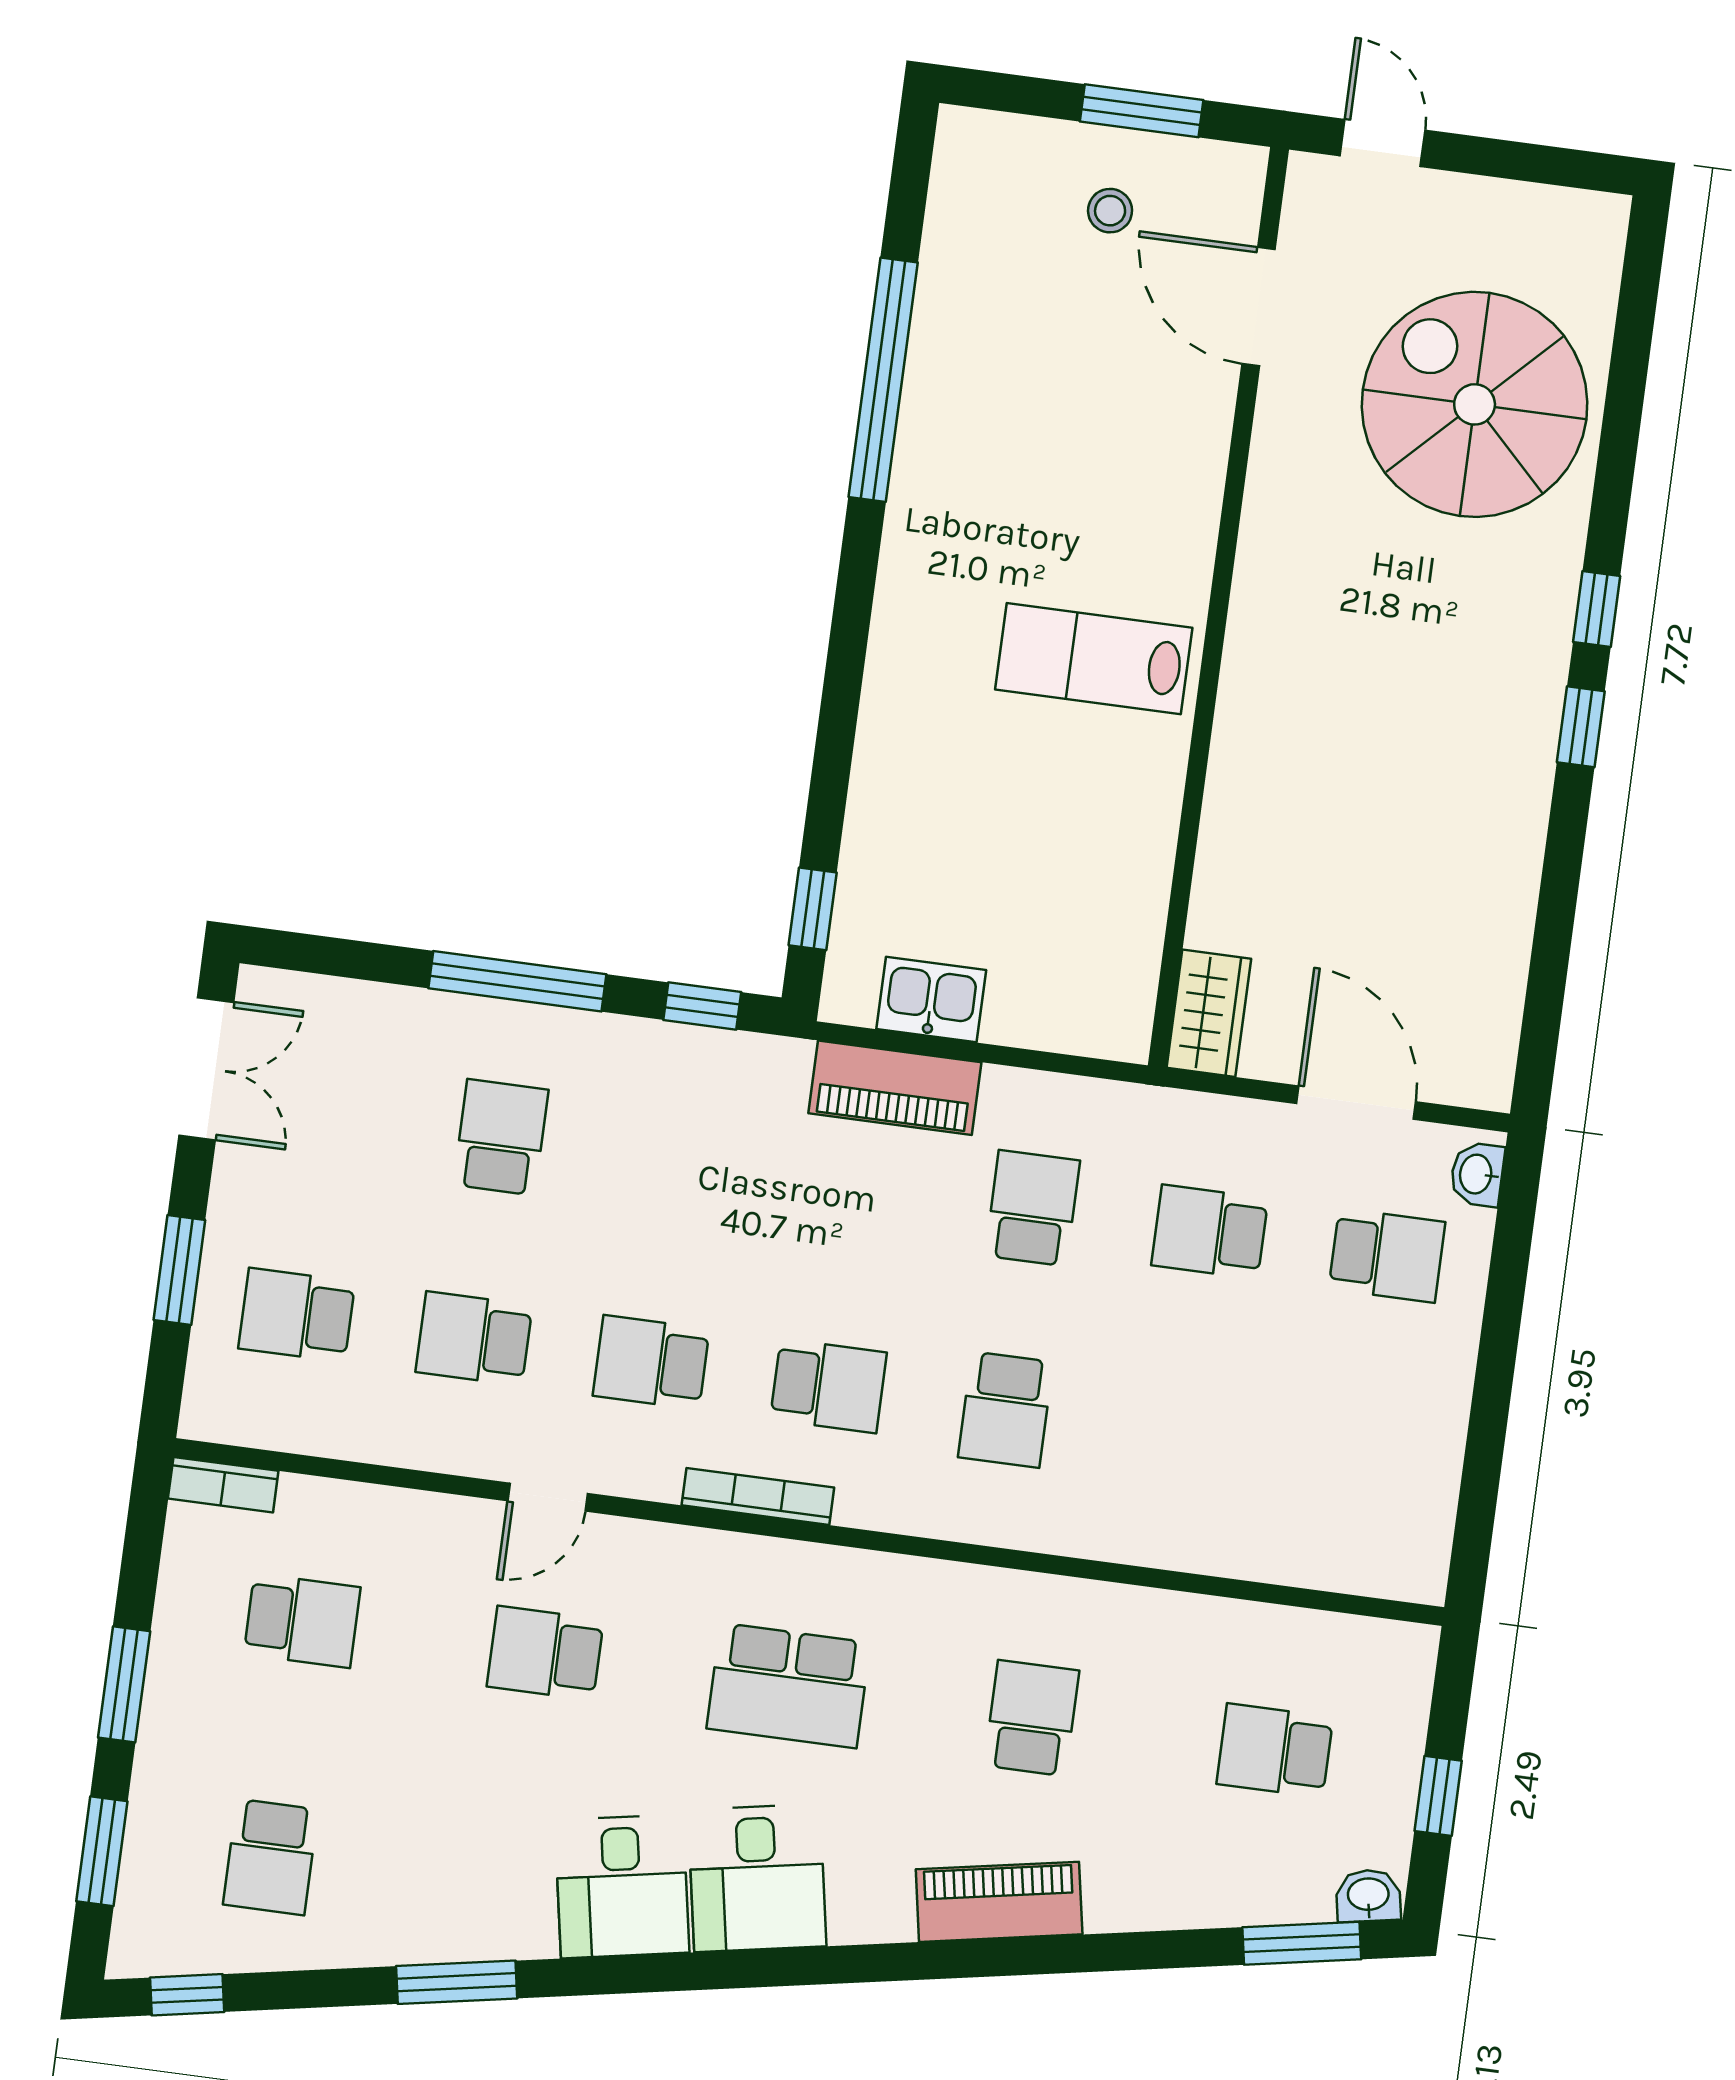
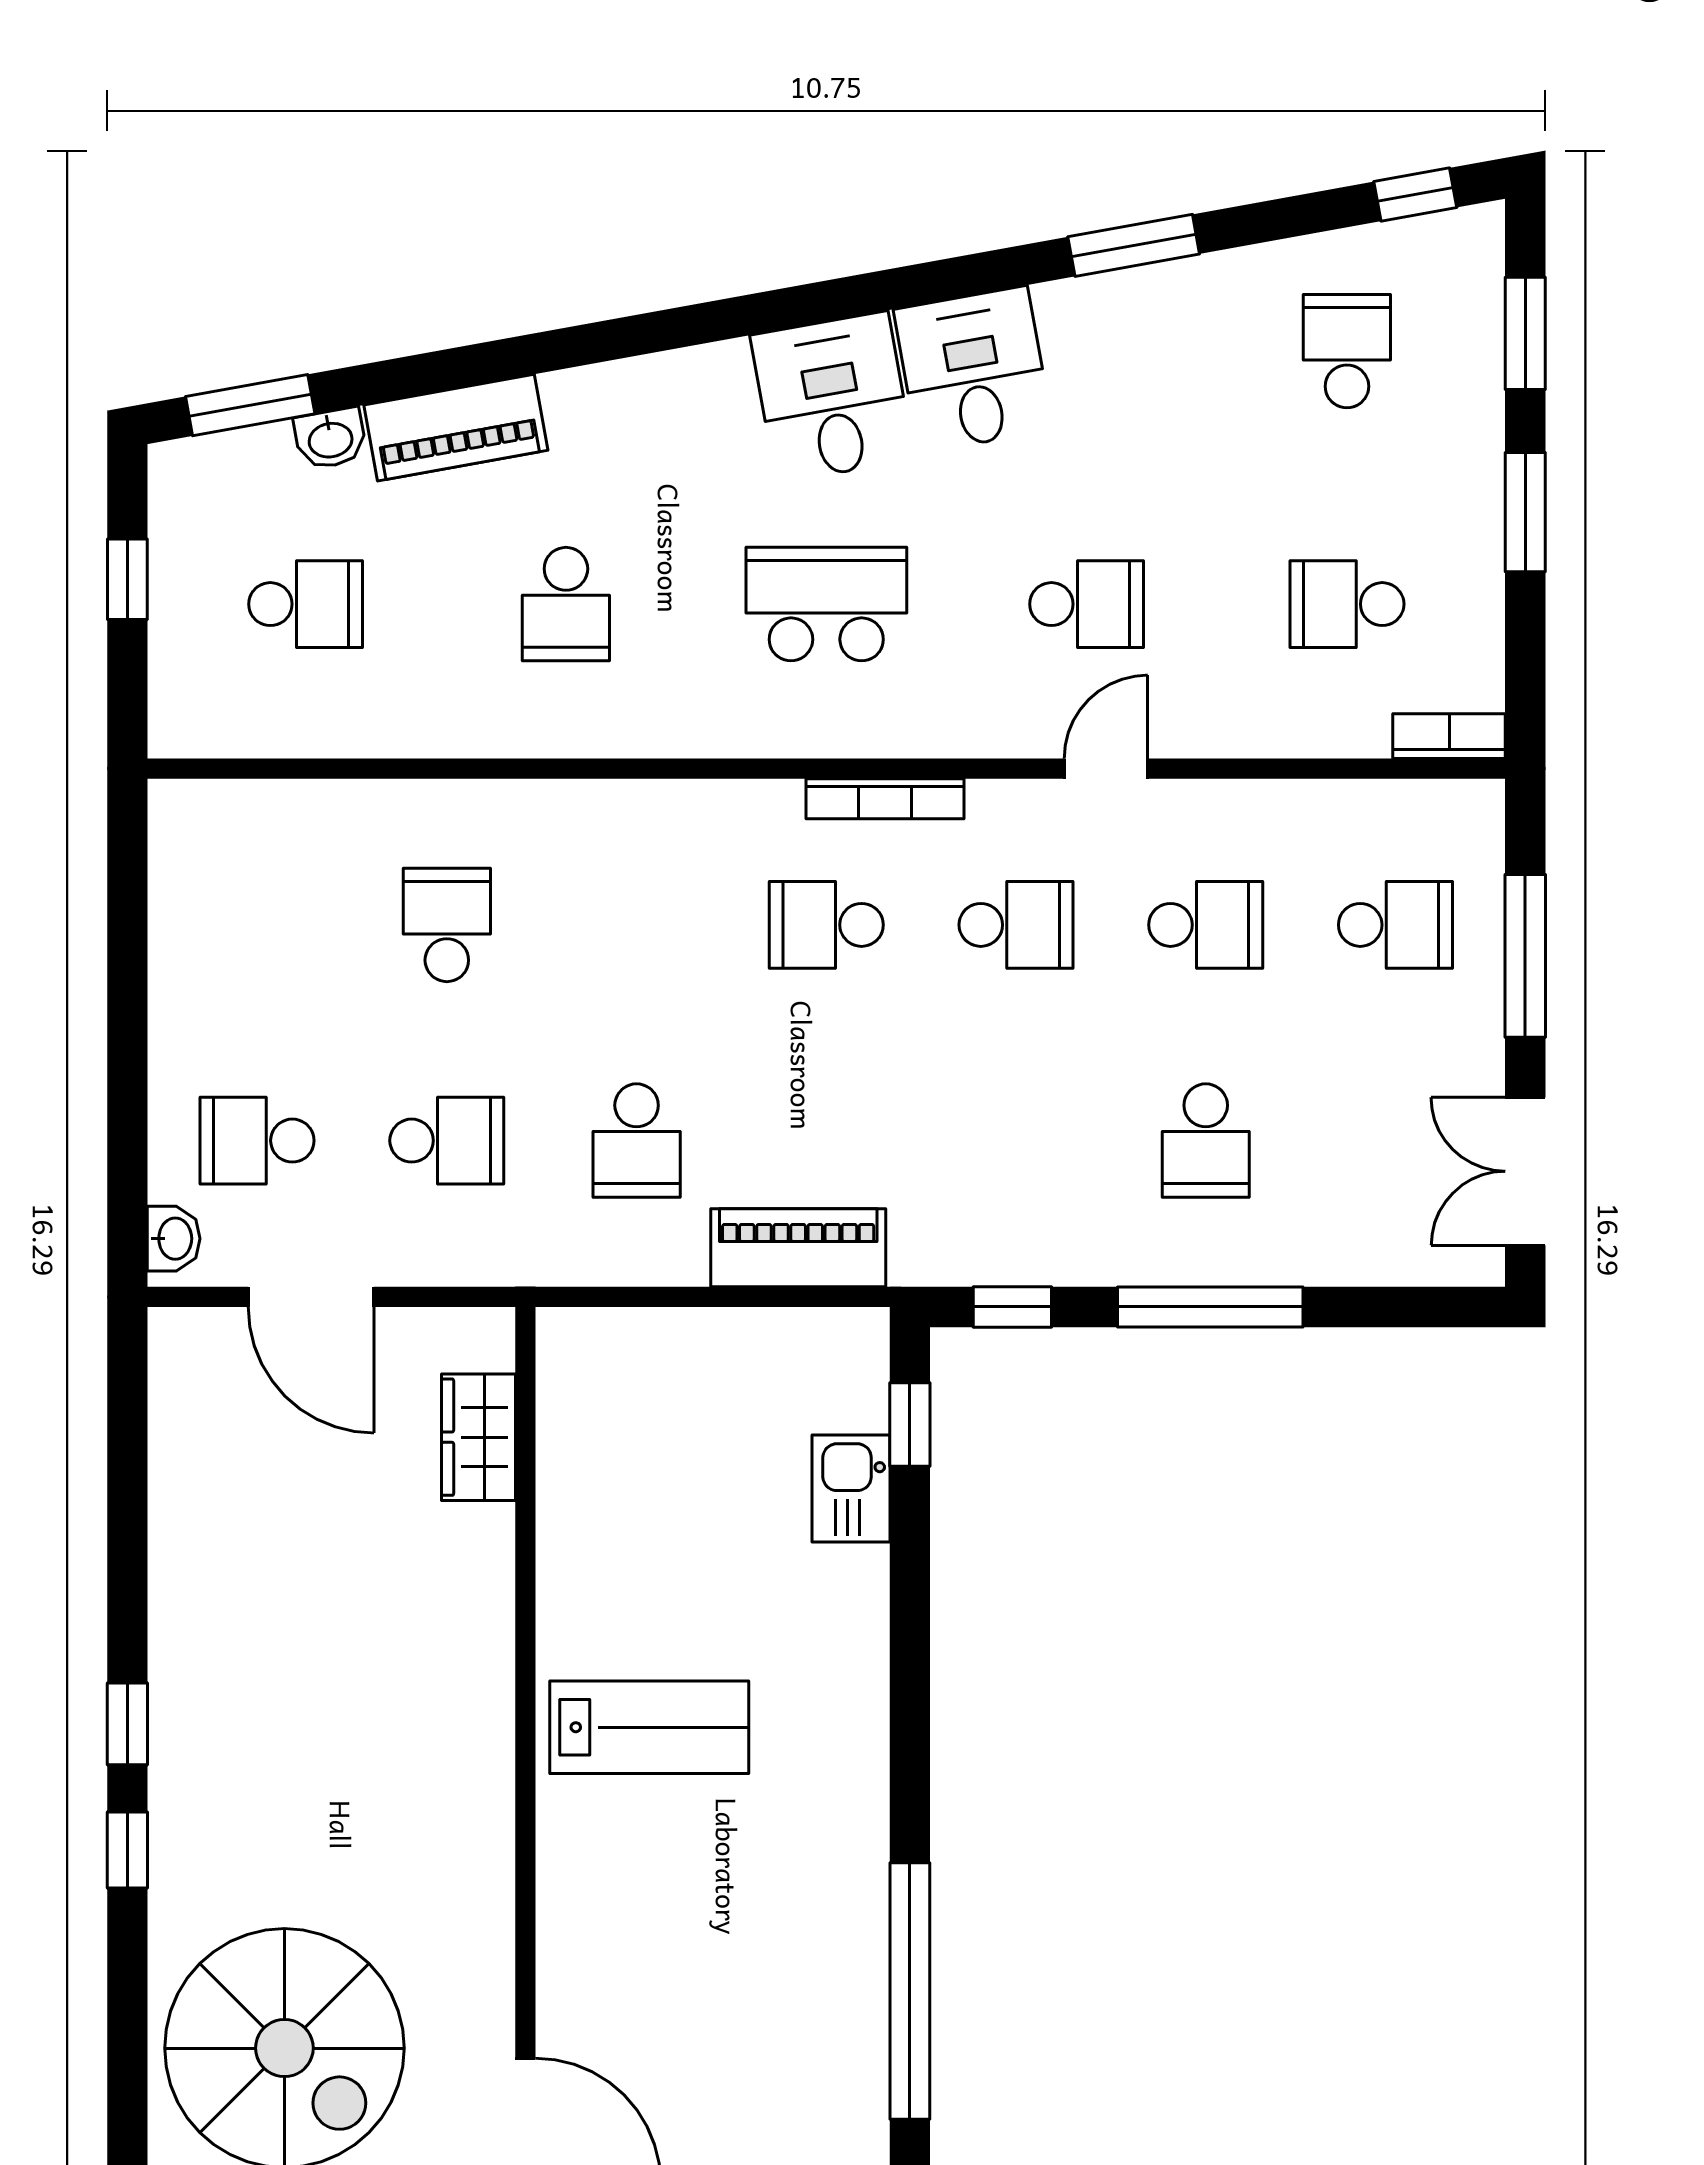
kitchen sink: (931, 1000) -> (851, 1489), moved, turned 90
wardrobe: (1209, 1013) -> (479, 1437), moved
window: (179, 1270) -> (1525, 956), width x1.44
school desk: (1006, 1410) -> (447, 925), moved
washbasin: (1368, 1896) -> (330, 439), moved
piano: (999, 1902) -> (456, 428), moved

